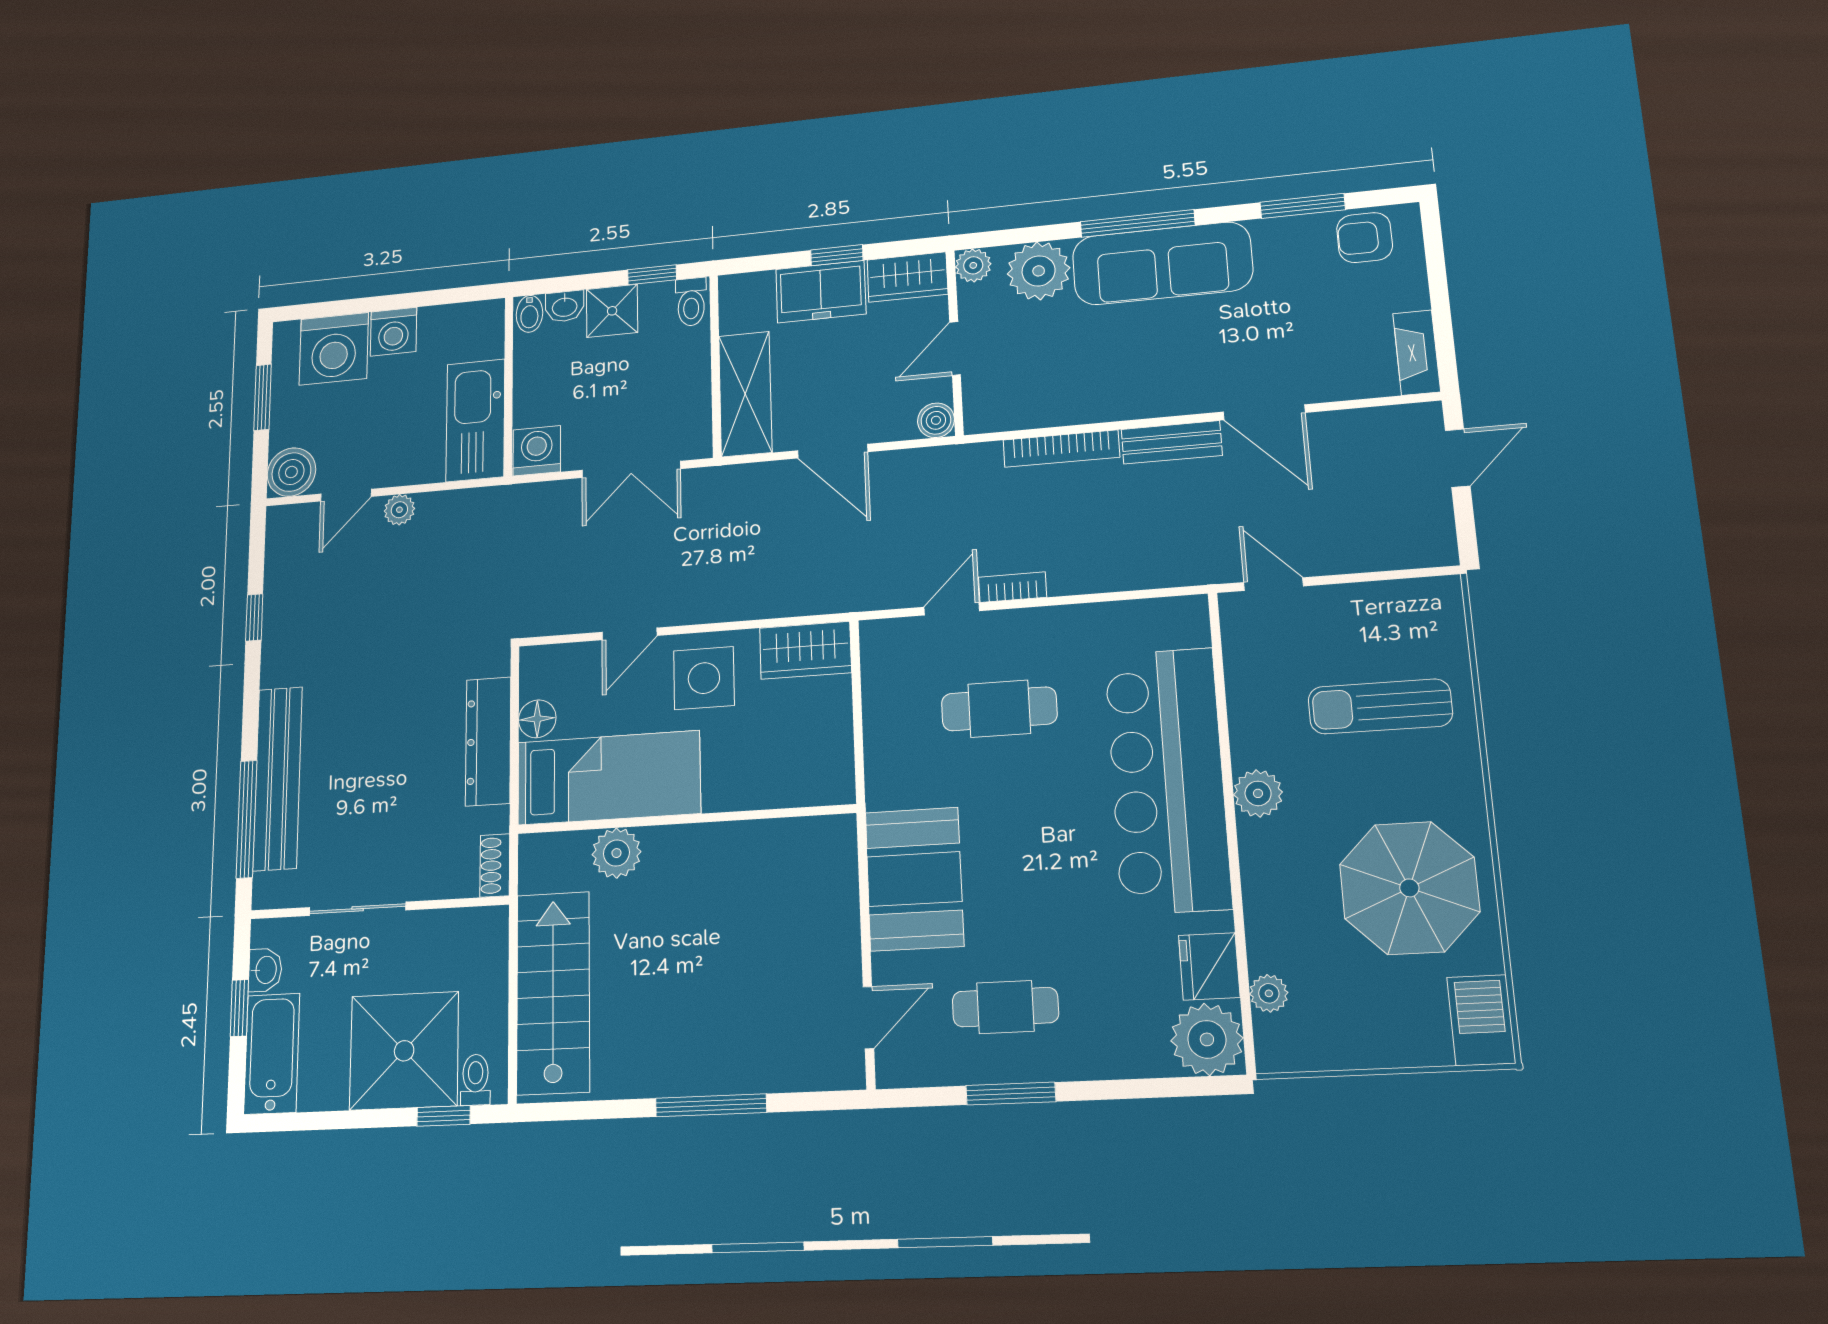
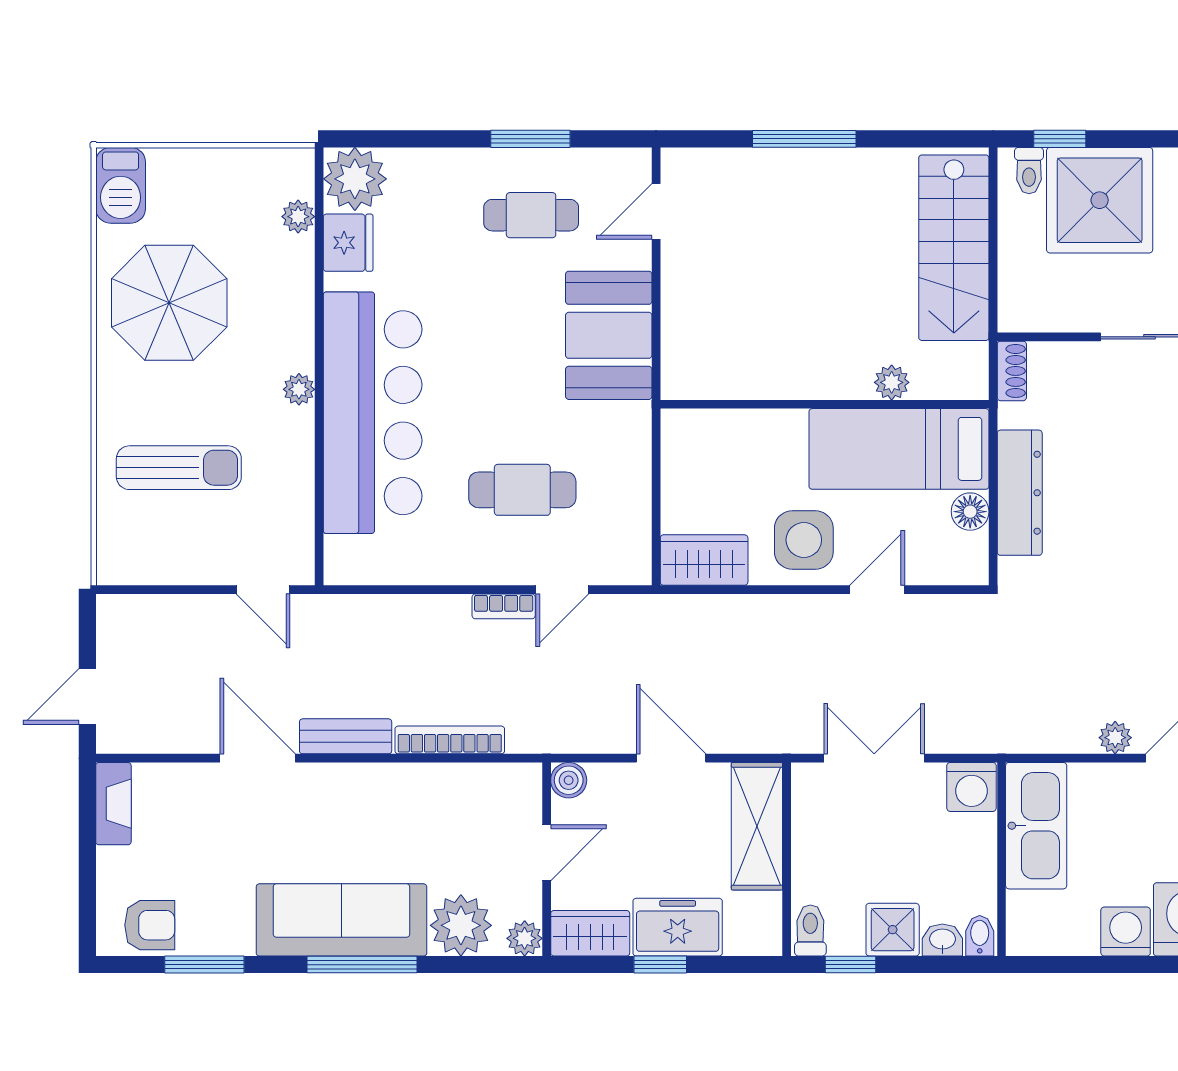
plant: (1258, 793) -> (299, 389), width x0.73, depth x0.73
plant: (616, 853) -> (892, 382), width x0.73, depth x0.73

